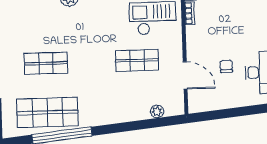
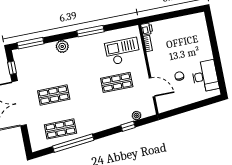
shop shelf: (47, 112) -> (60, 129), width x0.70, depth x0.74
window: (143, 125) -> (128, 126), added

